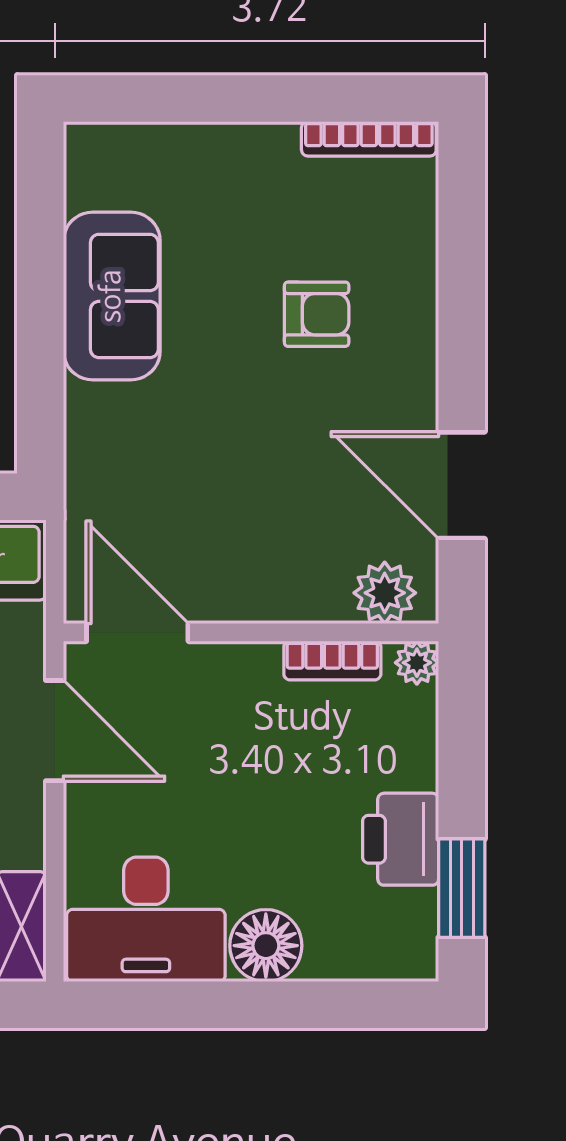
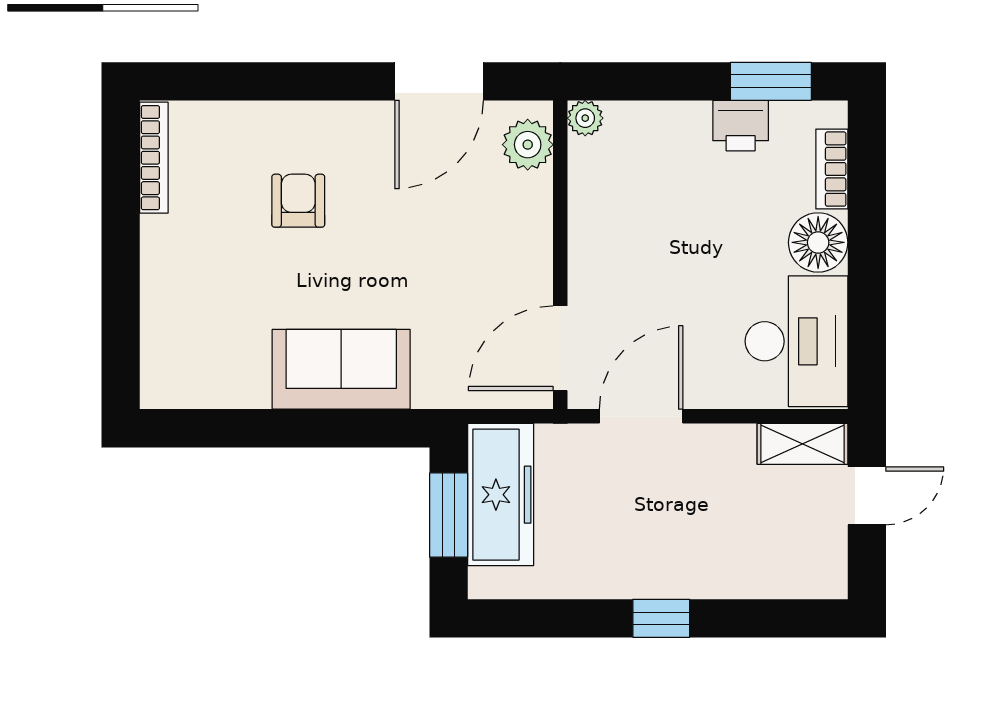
sofa: (112, 296) -> (341, 369), moved
bookcase: (332, 660) -> (832, 169), moved, turned 180
printer: (401, 839) -> (741, 126), width x0.73, depth x0.81

